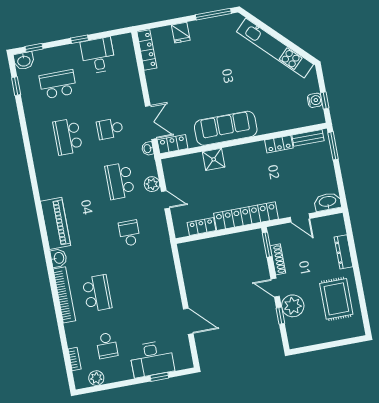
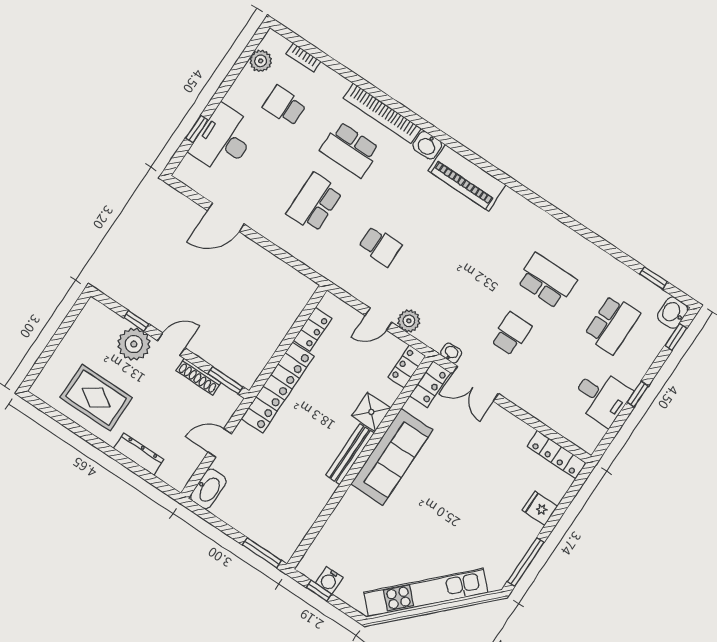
bench: (308, 138) -> (350, 454), moved, width x1.36
locker: (279, 144) -> (407, 367), moved
school desk: (120, 181) -> (315, 202), moved, turned -90

